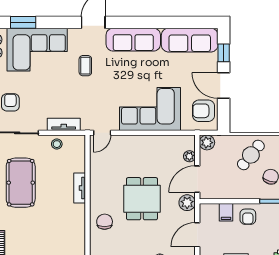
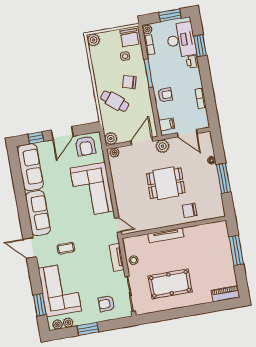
plant: (189, 156) -> (115, 153), moved
door: (197, 179) -> (142, 141), swing flipped
tv unit: (80, 188) -> (166, 235), width x1.41
filing cabinet: (226, 212) -> (167, 124), moved

